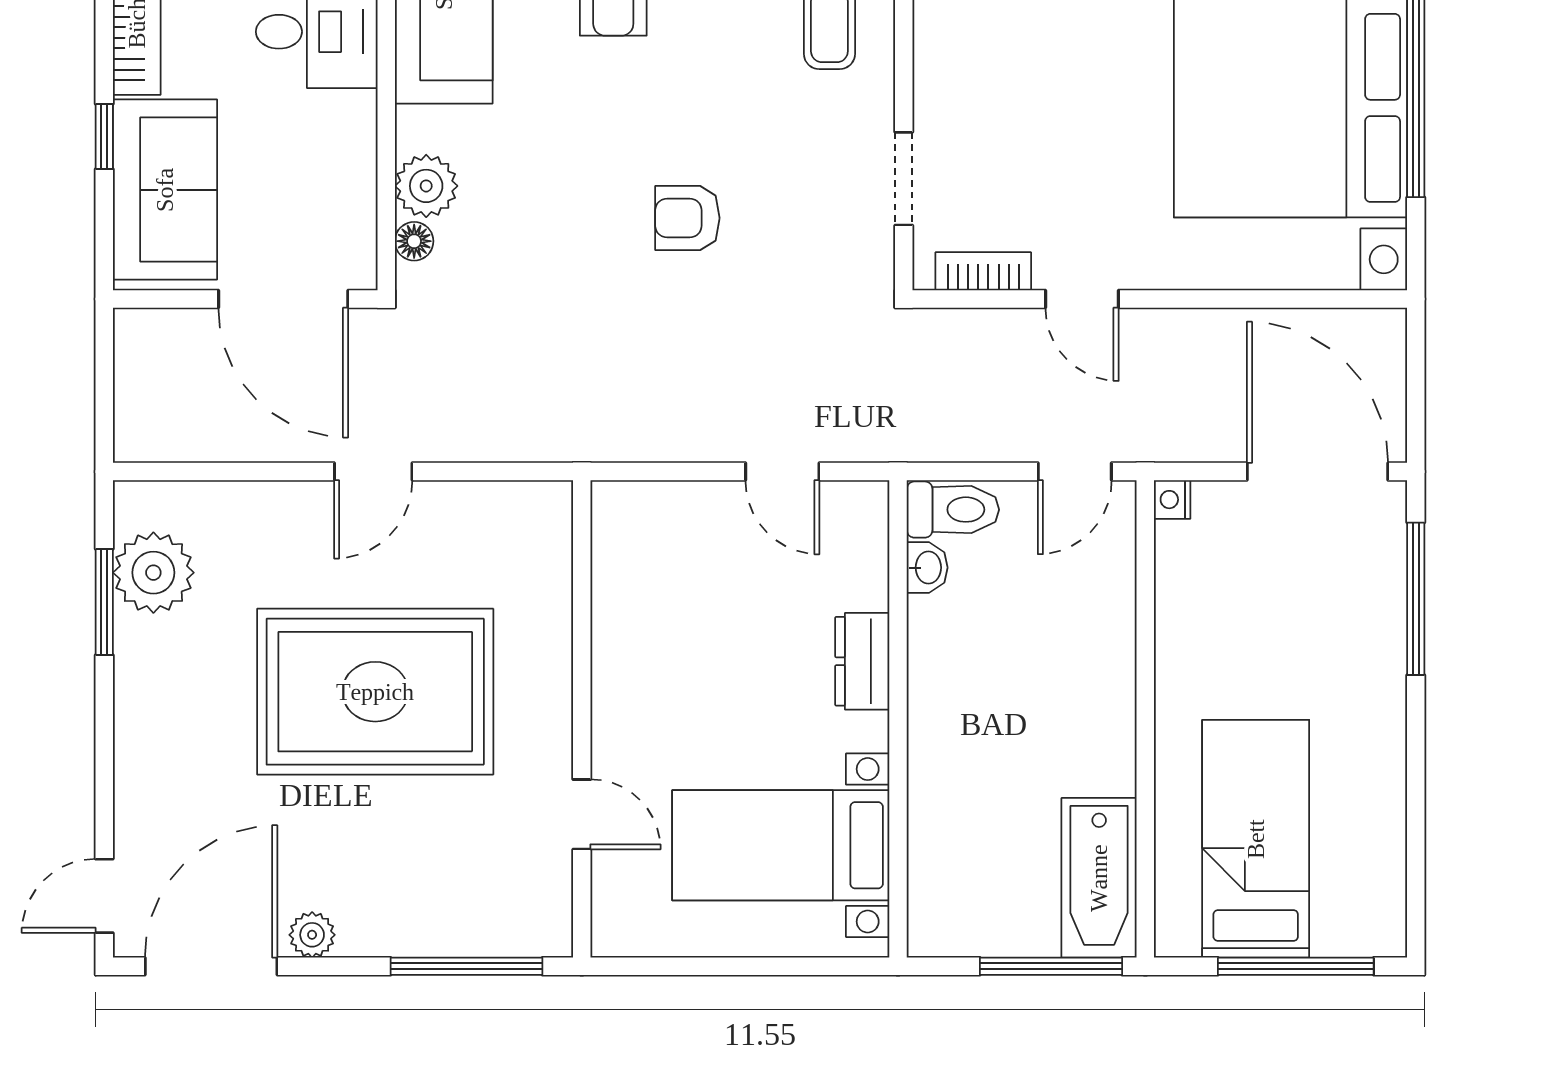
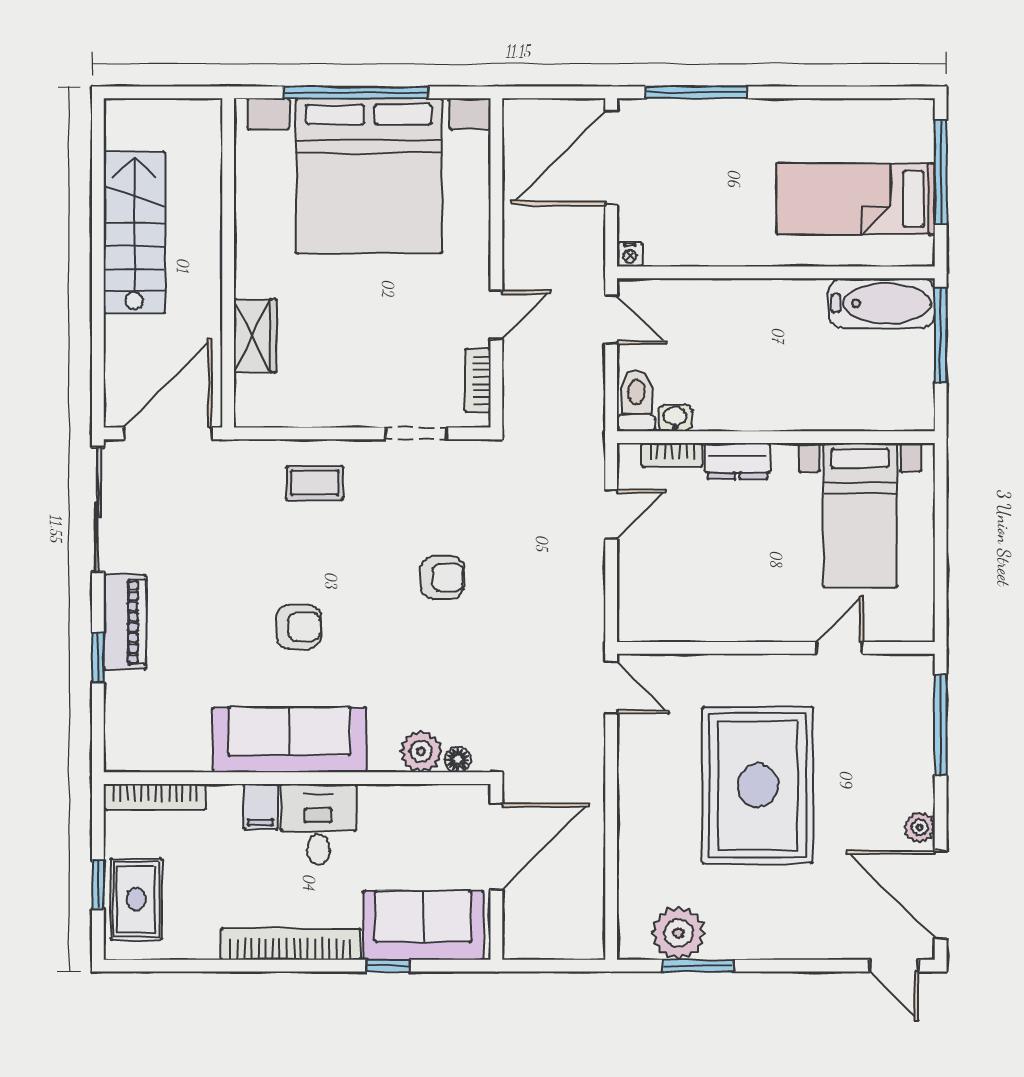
armchair: (687, 218) -> (442, 577), turned -90
door: (373, 472) -> (611, 687), moved
bookcase: (871, 563) -> (672, 455), added

